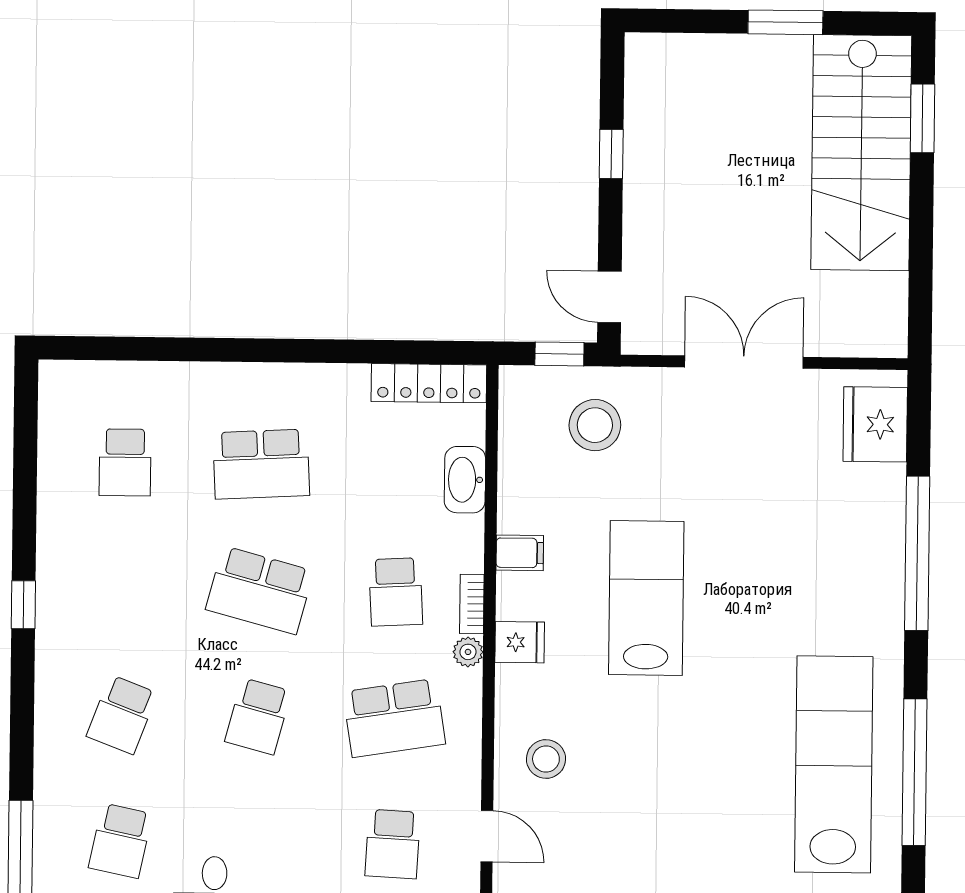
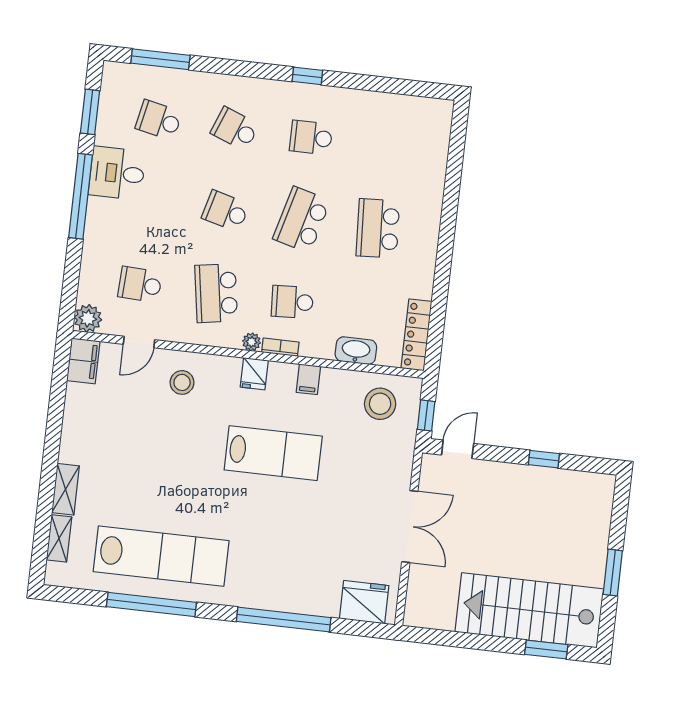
stool: (595, 425) -> (380, 404), moved
school desk: (125, 462) -> (311, 138), moved

